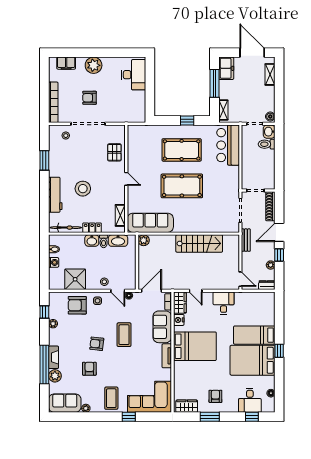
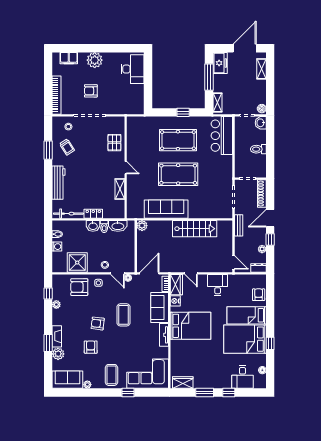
door: (252, 53) -> (245, 48), hinge flipped
toilet: (267, 144) -> (258, 149), moved
trolley: (64, 157) -> (67, 147), added
stool: (83, 189) -> (84, 177), removed
shelving: (120, 215) -> (120, 189), moved
sofa: (150, 223) -> (166, 209), moved
window: (279, 351) -> (270, 343), moved
window: (44, 364) -> (48, 343), width x0.47
armchair: (215, 396) -> (259, 295), moved
window: (252, 417) -> (229, 392), moved

